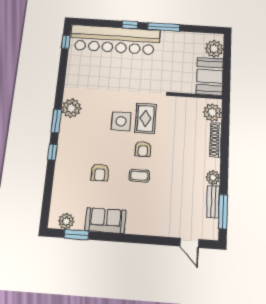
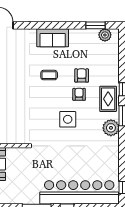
rug: (146, 118) -> (108, 99), moved
armchair: (143, 149) -> (79, 94), moved
sofa: (105, 220) -> (53, 38), moved

